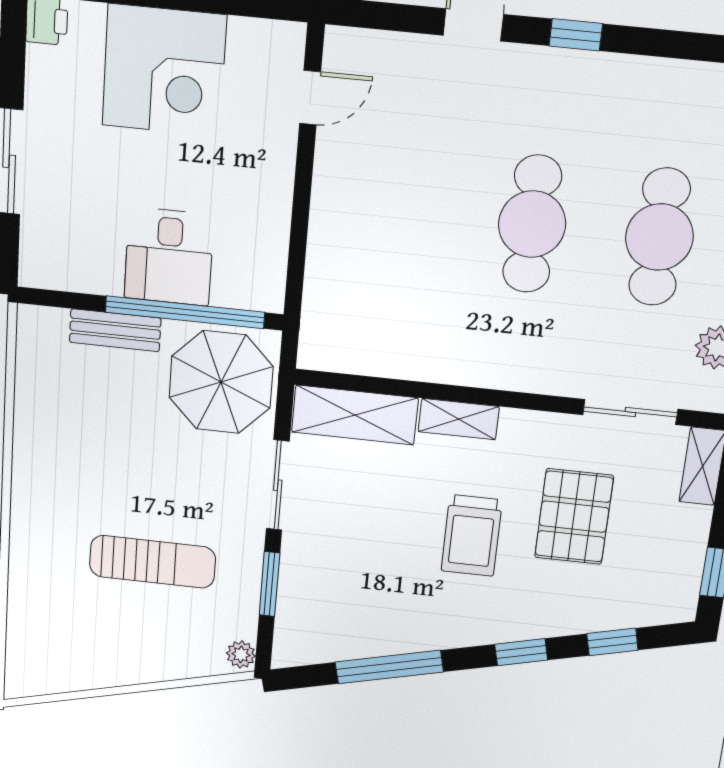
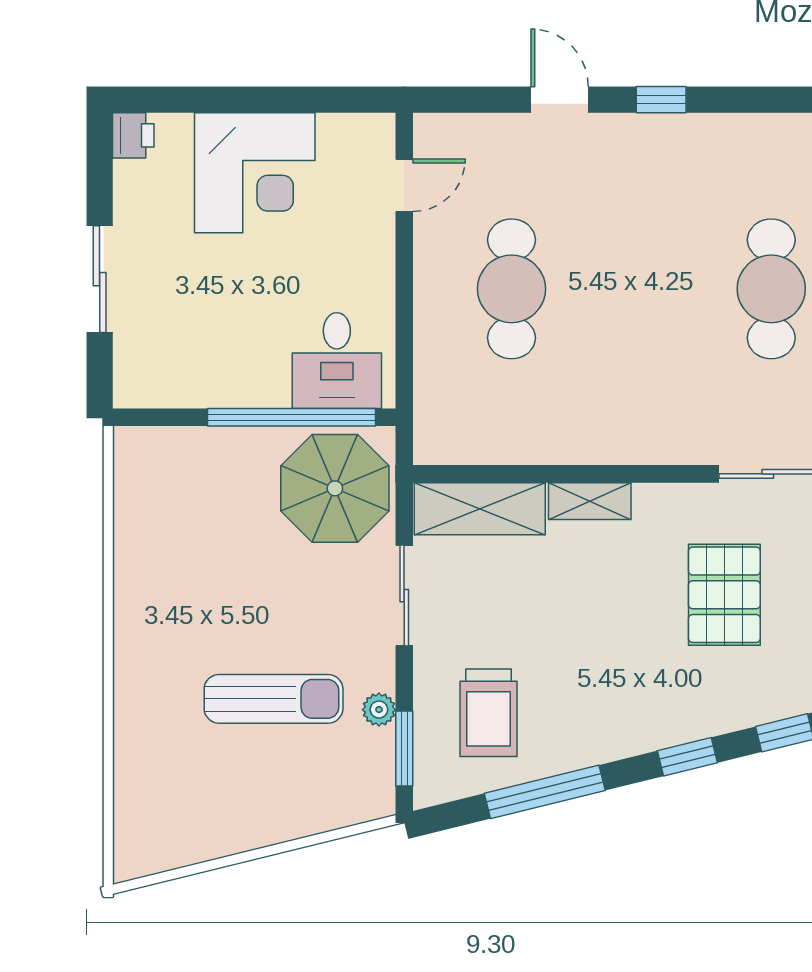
cafe table: (532, 224) -> (511, 289), moved
desk: (169, 257) -> (337, 361), moved
bench: (115, 330) -> (219, 444), removed
trolley: (472, 536) -> (488, 713), moved
window: (269, 584) -> (404, 749), moved
plant: (241, 654) -> (379, 710), moved

